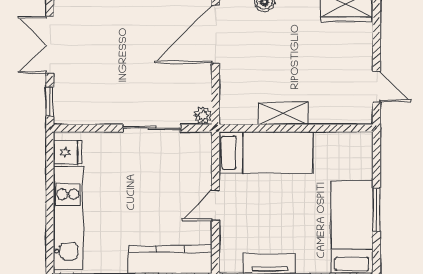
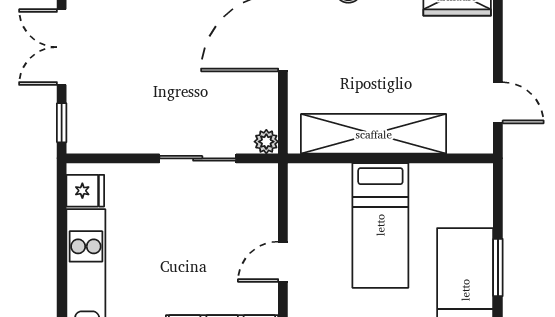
shelving: (283, 113) -> (374, 134), width x2.20, depth x1.33
bed: (266, 153) -> (380, 225), moved, turned 90

